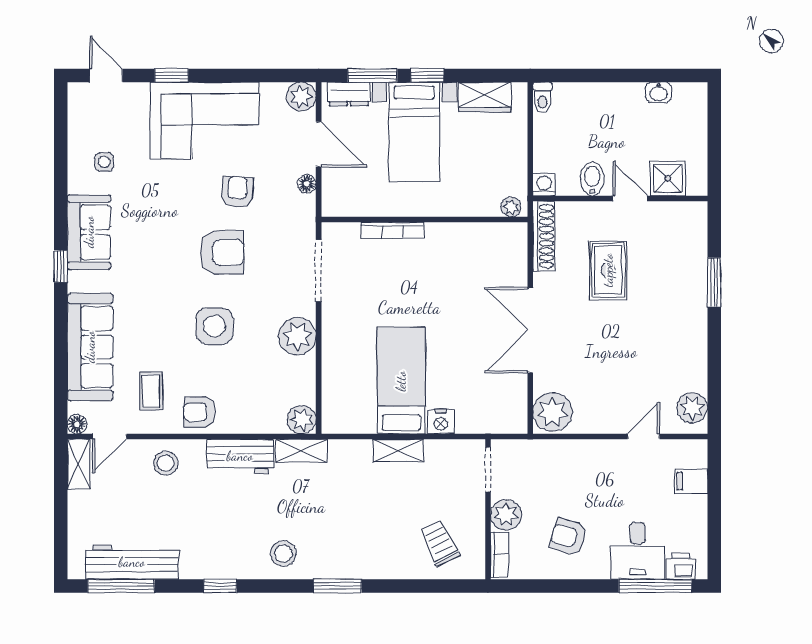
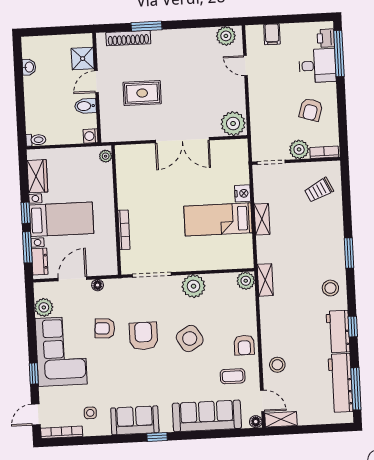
plant: (301, 97) -> (44, 307), moved
bookcase: (76, 115) -> (62, 432), added
shoe rack: (544, 236) -> (128, 38), moved, turned 180
side table: (214, 326) -> (190, 338), turned -31
workbench: (240, 456) -> (338, 331), moved, turned 180

